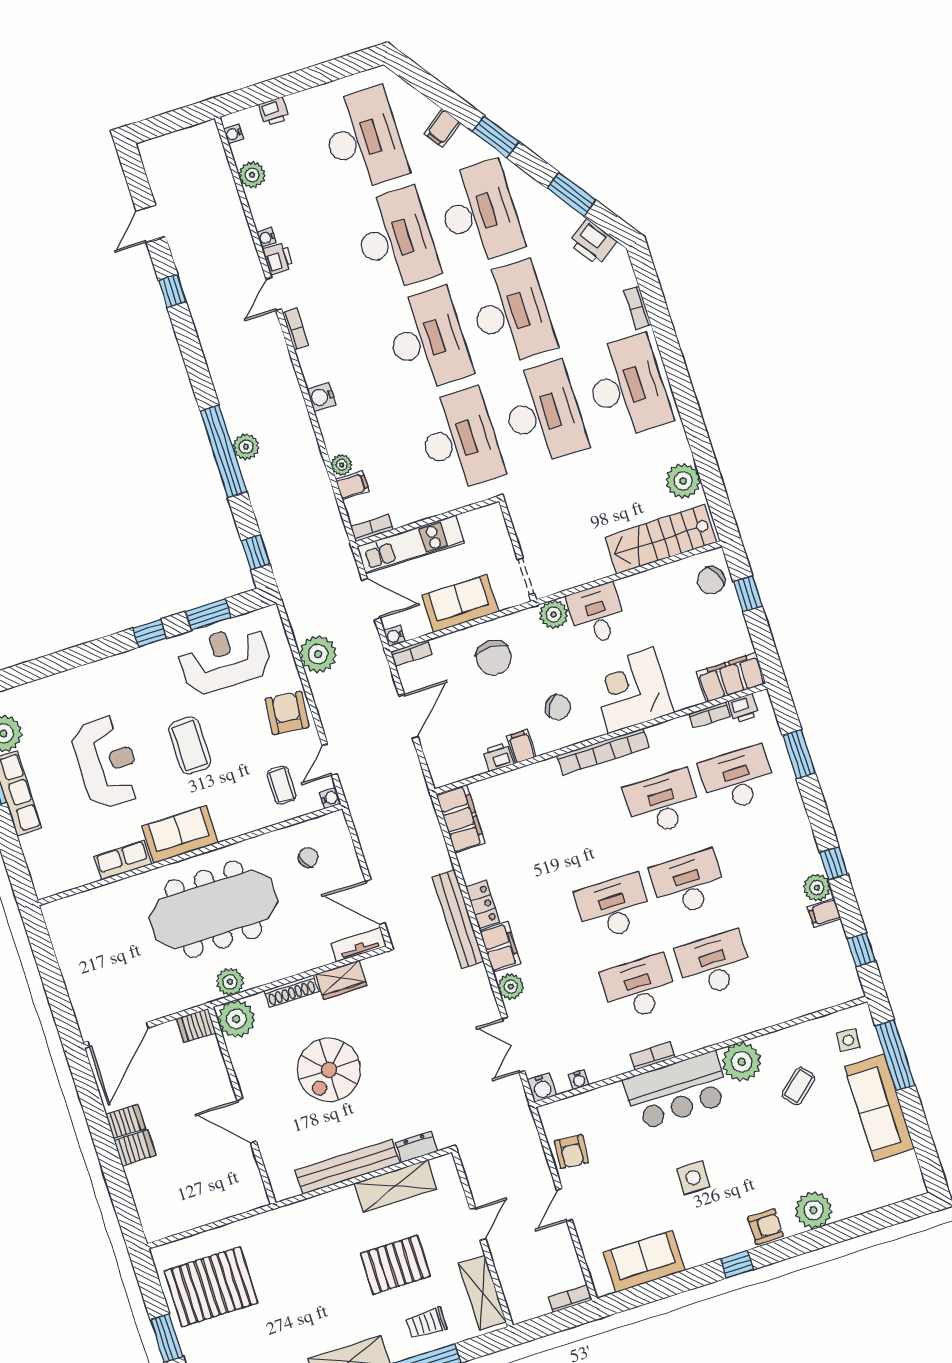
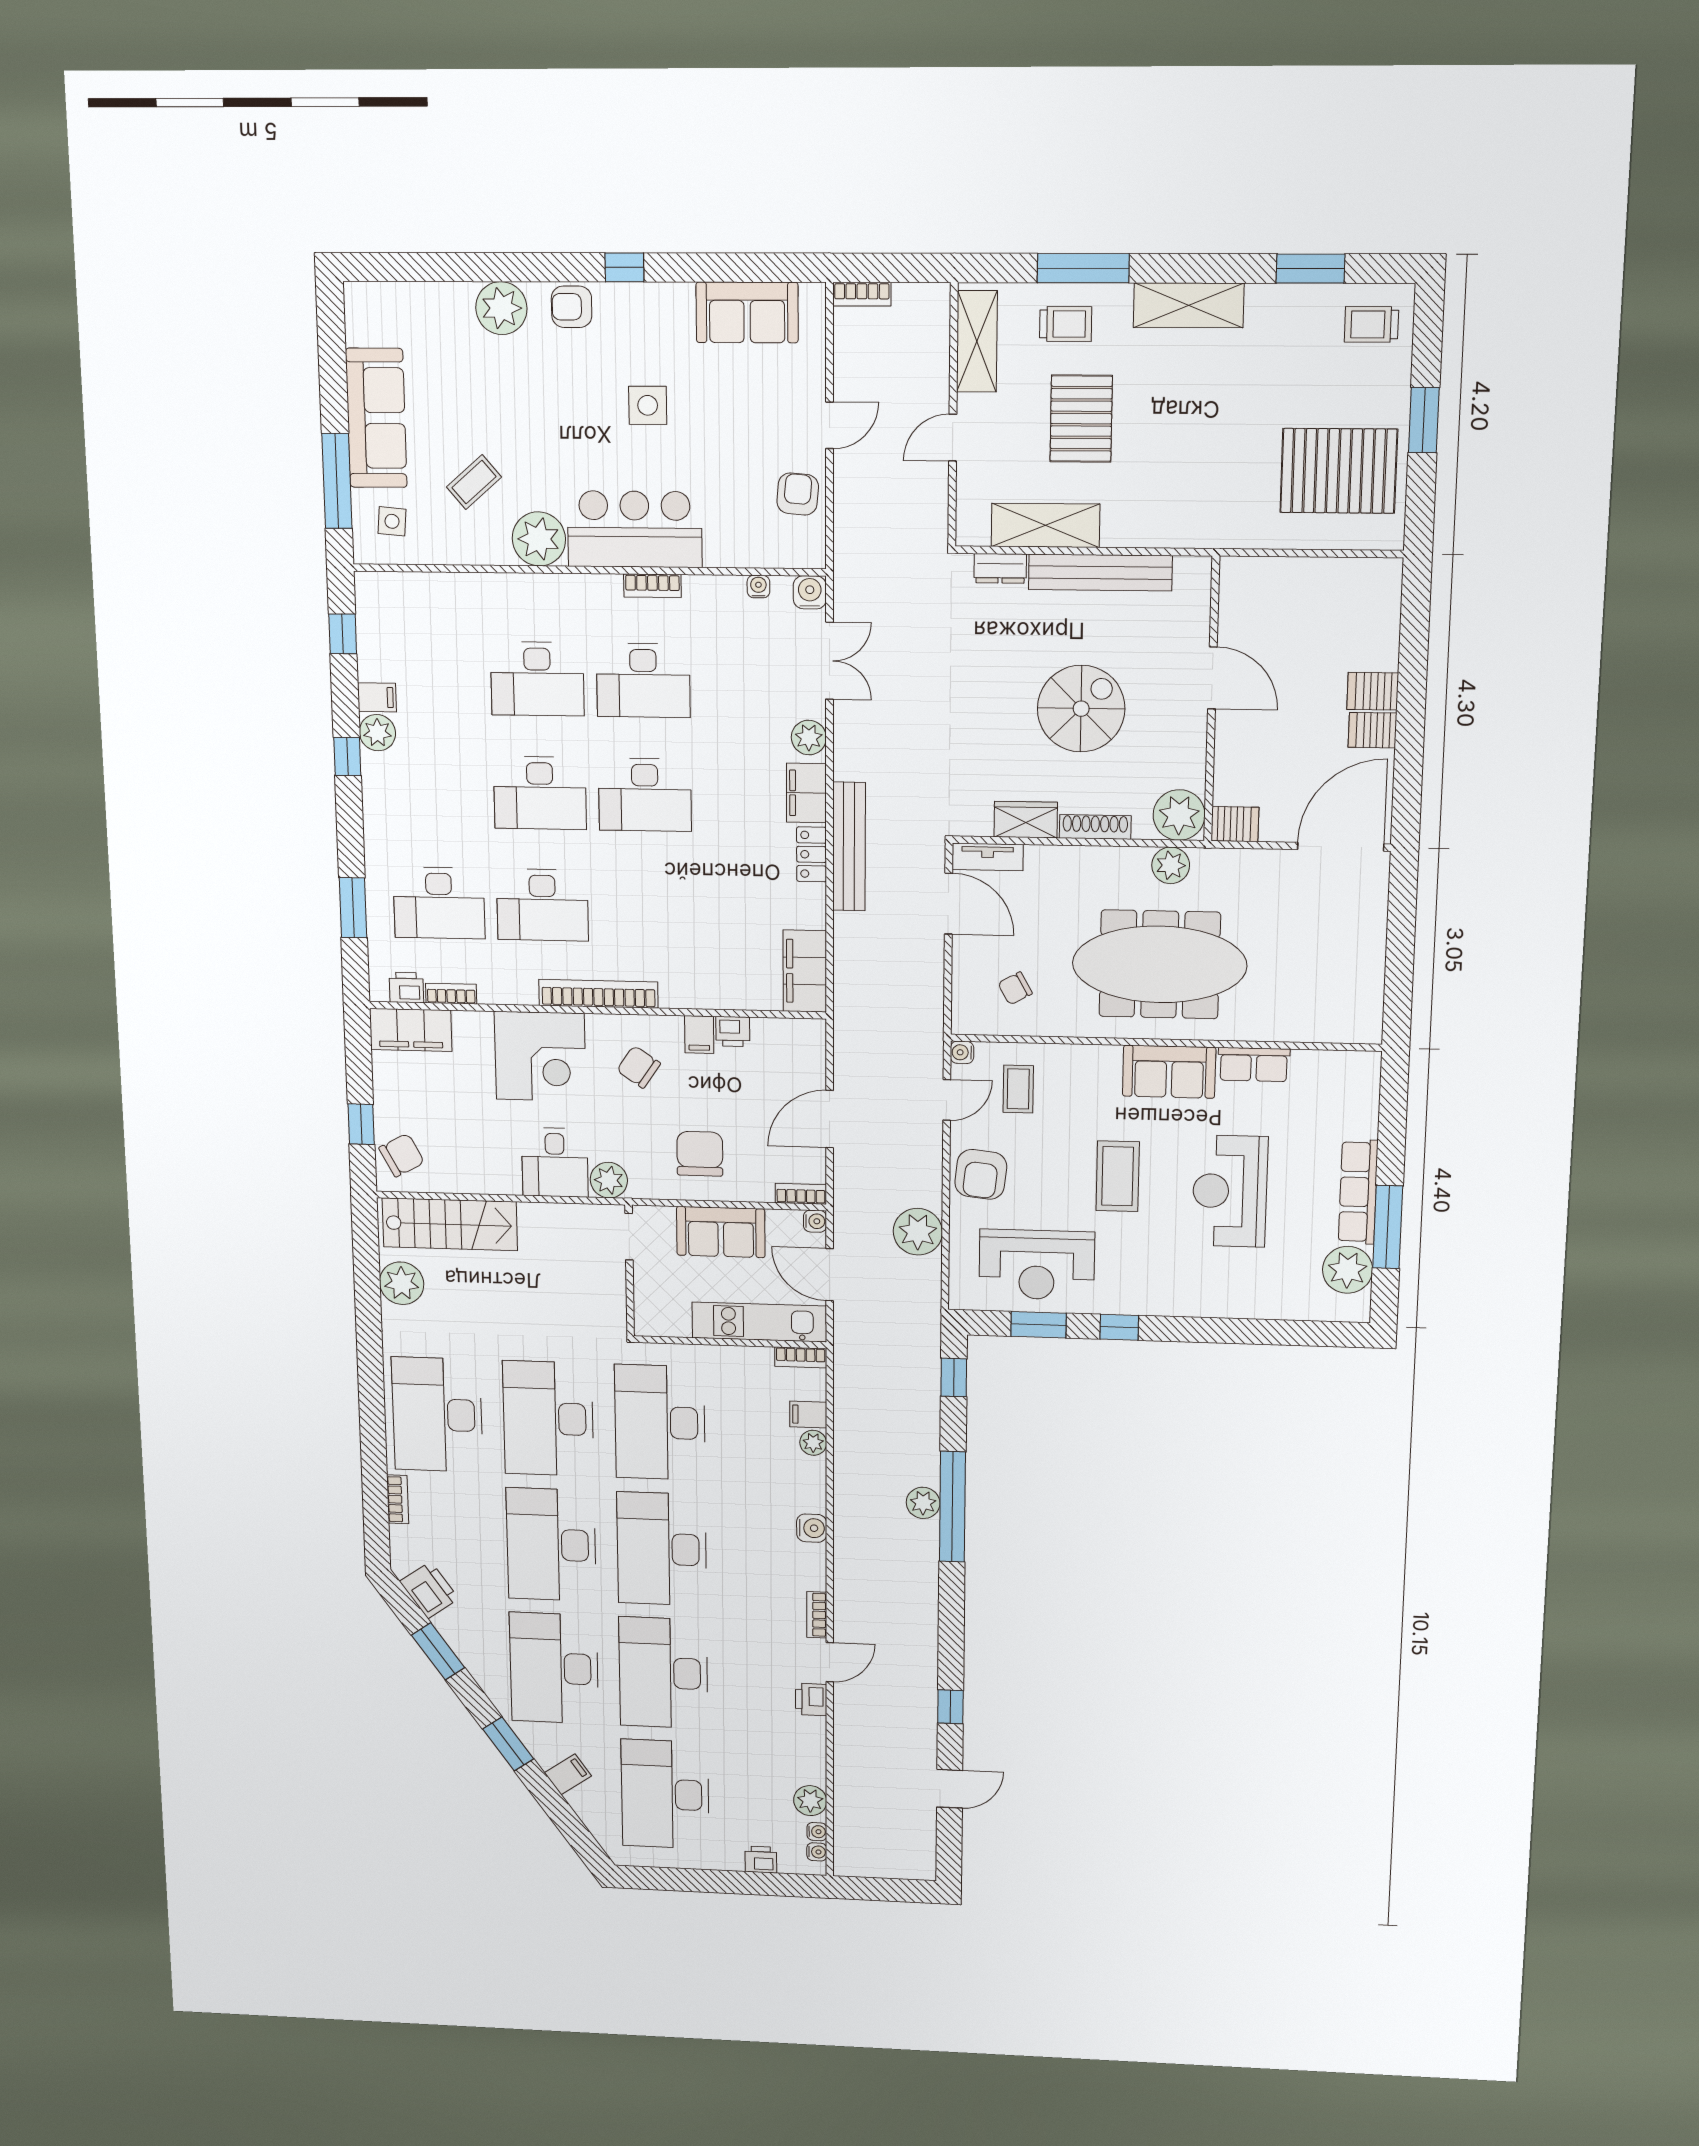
water cooler: (267, 238) -> (817, 1832), moved
pallet: (395, 1265) -> (1081, 419), turned 90

